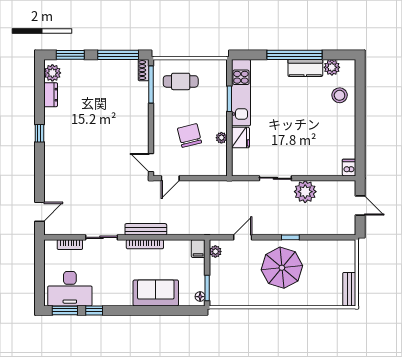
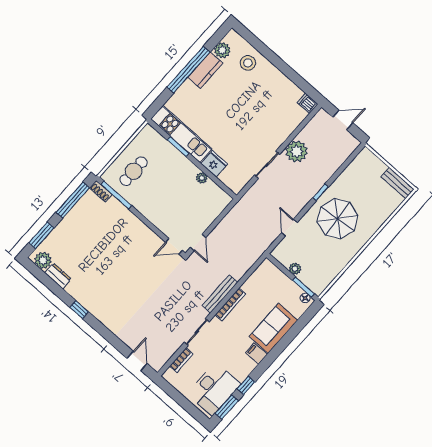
chair: (190, 135) -> (179, 200), removed
filing cabinet: (198, 249) -> (256, 354), moved, turned 180
plant: (215, 252) -> (295, 269), moved

